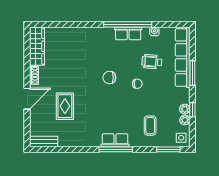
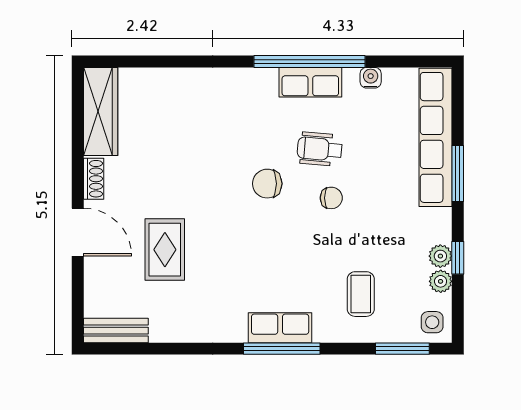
wheelchair: (152, 62) -> (320, 149), moved
door: (27, 99) -> (78, 232), hinge flipped

